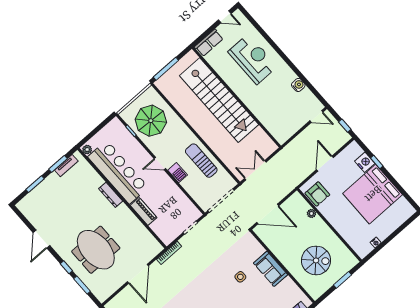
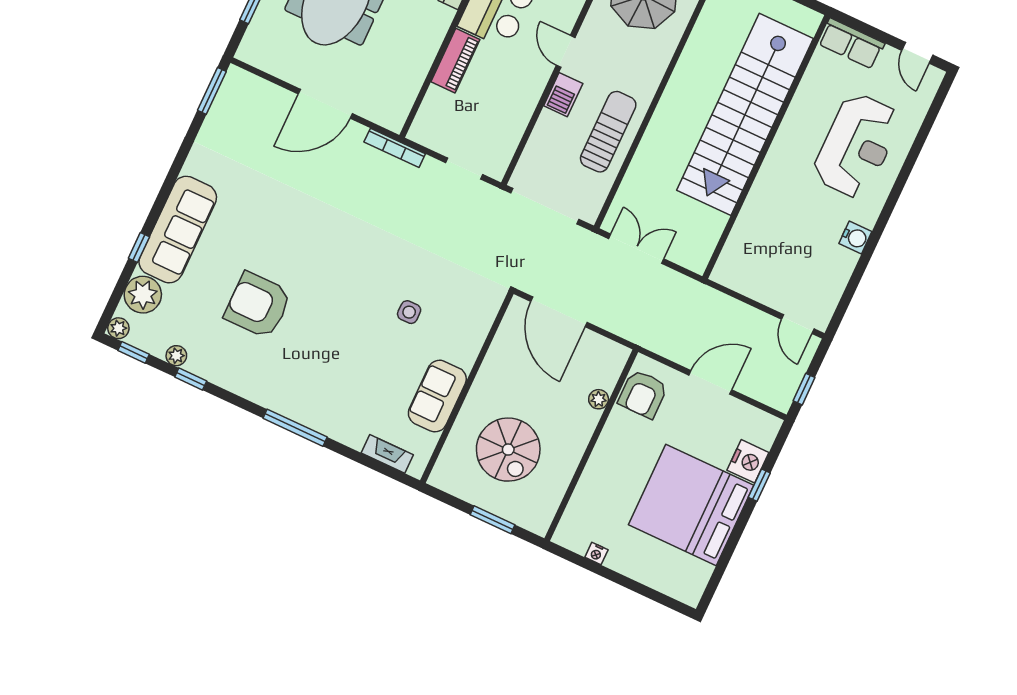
water cooler: (298, 85) -> (855, 238), moved
sofa: (271, 269) -> (437, 396), moved

